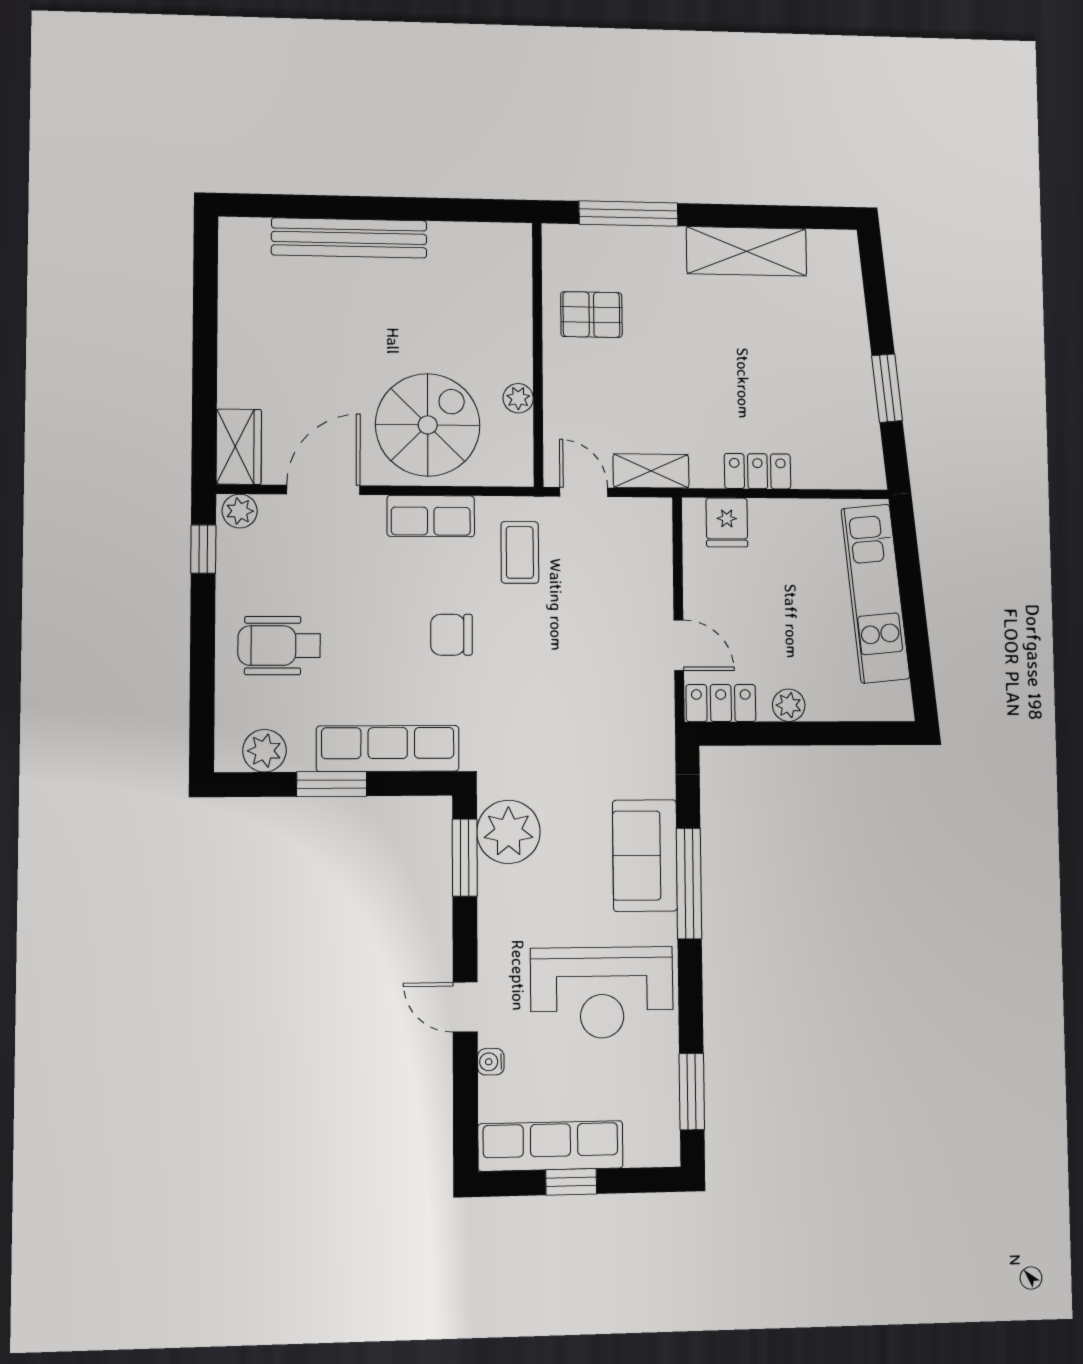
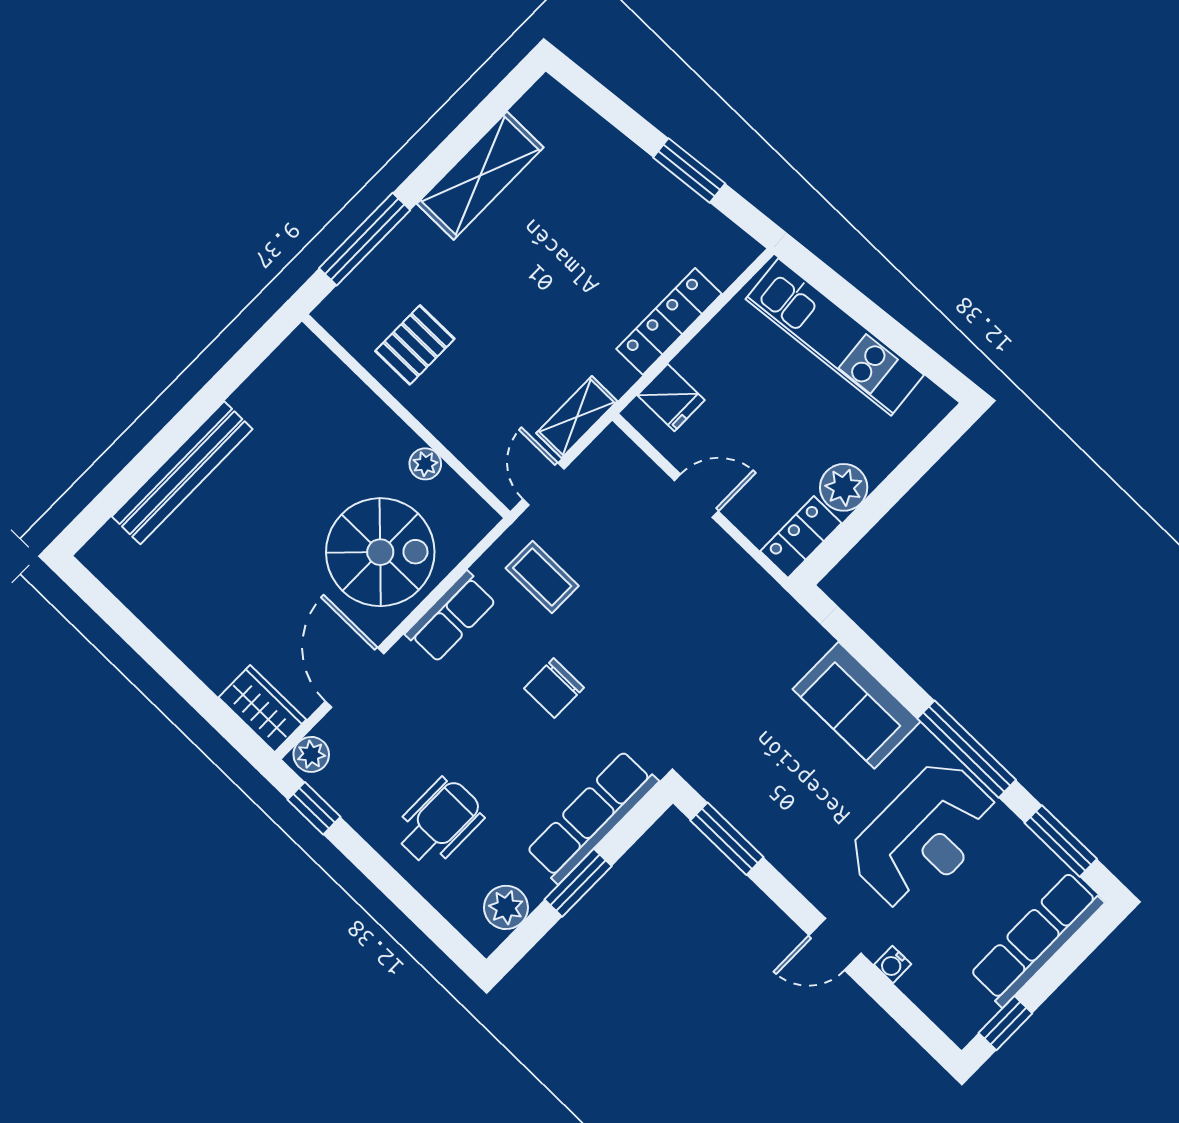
spiral stairs: (428, 425) -> (380, 552), turned 90
locker: (758, 471) -> (669, 321), width x1.53
door: (584, 492) -> (543, 484), hinge flipped
door: (679, 645) -> (696, 496), moved
wheelchair: (279, 646) -> (439, 822), turned 180
plant: (789, 705) -> (844, 487), width x1.38, depth x1.38
plant: (508, 832) -> (740, 788), removed
window: (689, 883) -> (967, 749), moved
row of seats: (551, 1146) -> (1037, 939), moved
window: (571, 1182) -> (1005, 1023), moved

